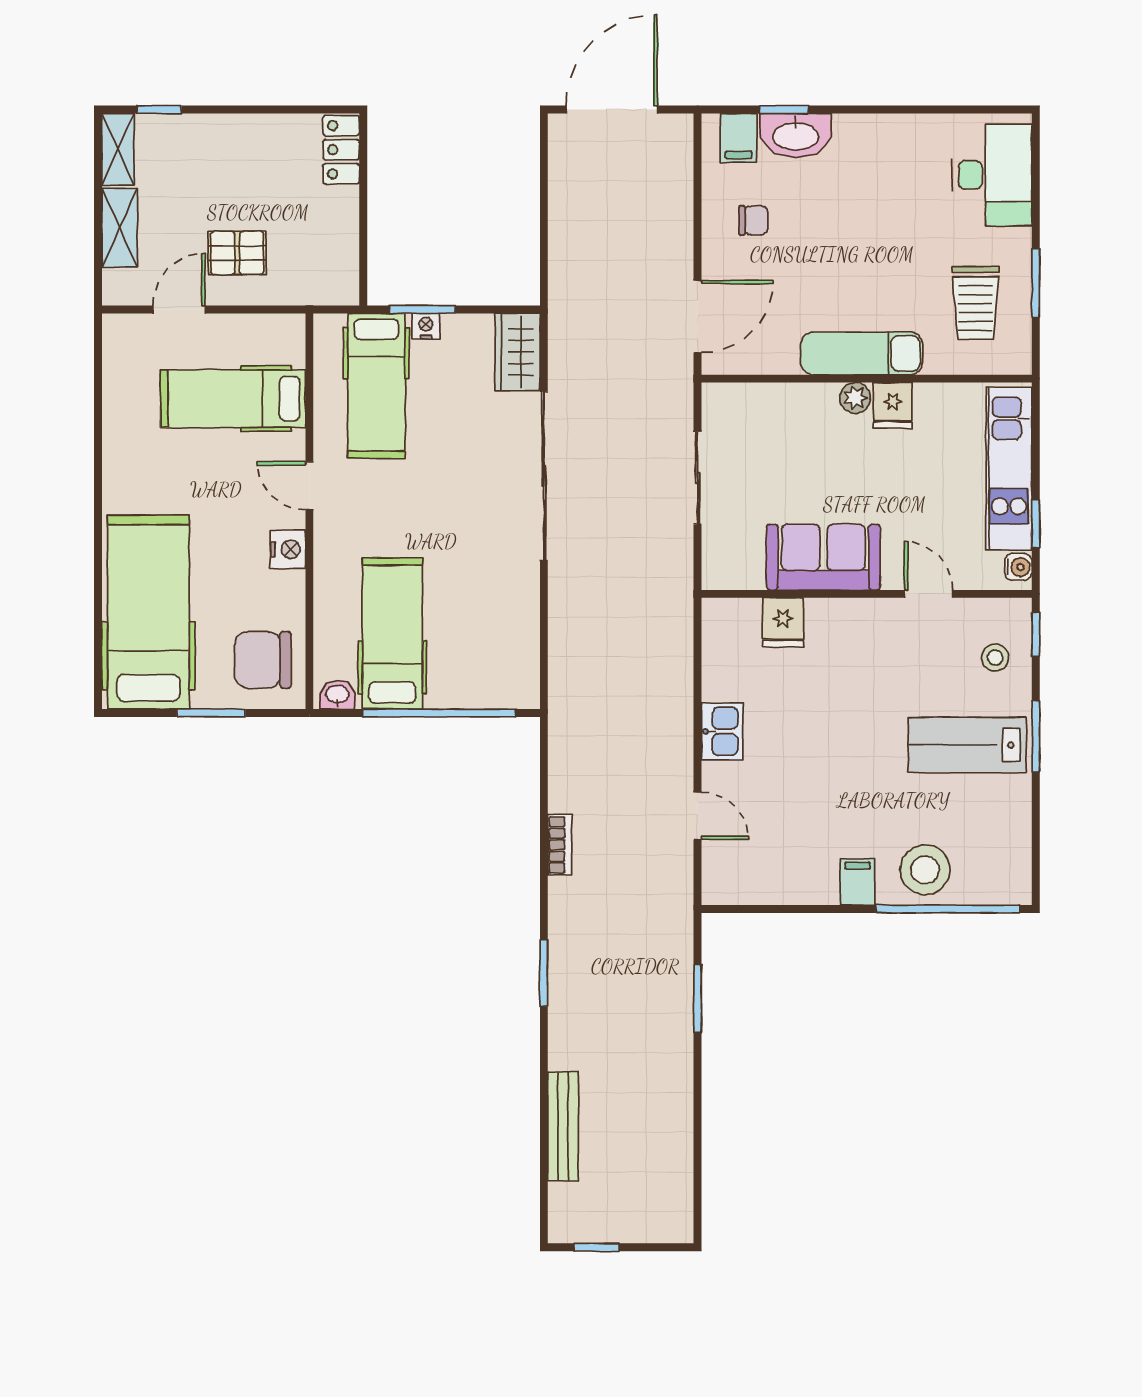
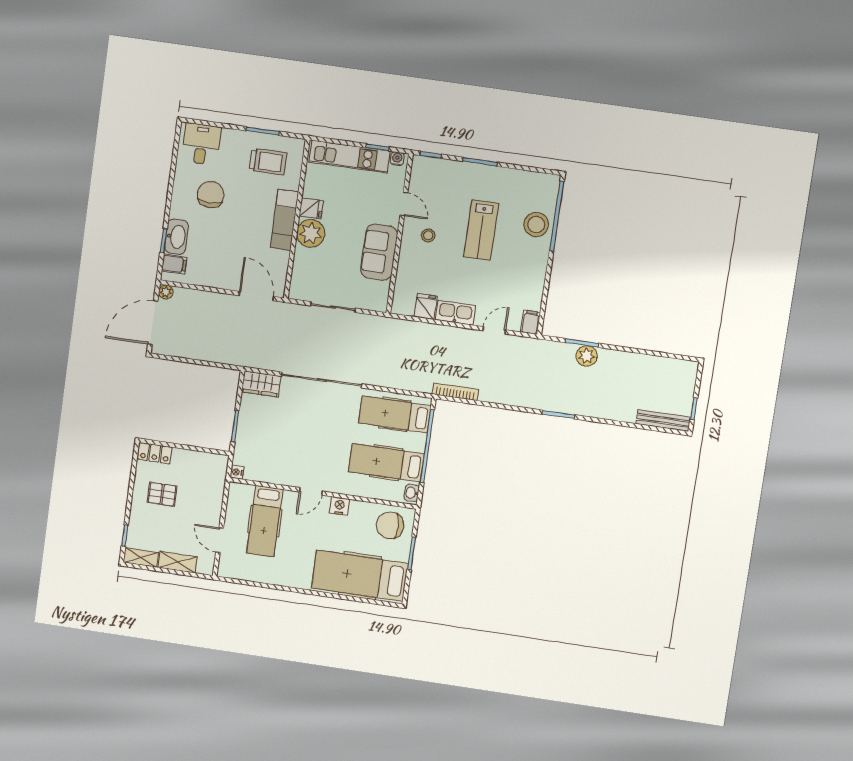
door: (612, 110) -> (153, 323), hinge flipped
plant: (679, 128) -> (166, 292), added
desk: (992, 175) -> (201, 144), width x0.73
chair: (753, 220) -> (211, 195), moved, width x1.87, depth x1.87
pallet: (237, 253) -> (162, 494), moved, turned 90
nightstand: (426, 326) -> (237, 472), moved
hospital bed: (376, 386) -> (395, 414), moved, turned 180
plant: (855, 398) -> (311, 233), width x1.87, depth x1.87
door: (929, 594) -> (404, 204), swing flipped
fridge: (783, 622) -> (426, 306), moved, turned -90
stool: (995, 658) -> (428, 235), moved
chair: (263, 660) -> (390, 525), turned 90
kitchen sink: (722, 731) -> (455, 313), width x1.38
lab bench: (967, 745) -> (481, 230), moved
bookcase: (560, 845) -> (455, 392), moved, width x1.56
filing cabinet: (858, 882) -> (530, 322), moved, turned 90
plant: (672, 1013) -> (587, 356), added
bench: (563, 1126) -> (663, 420), moved

